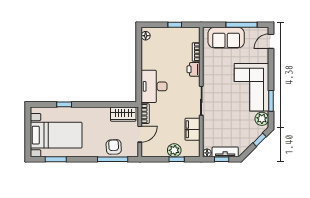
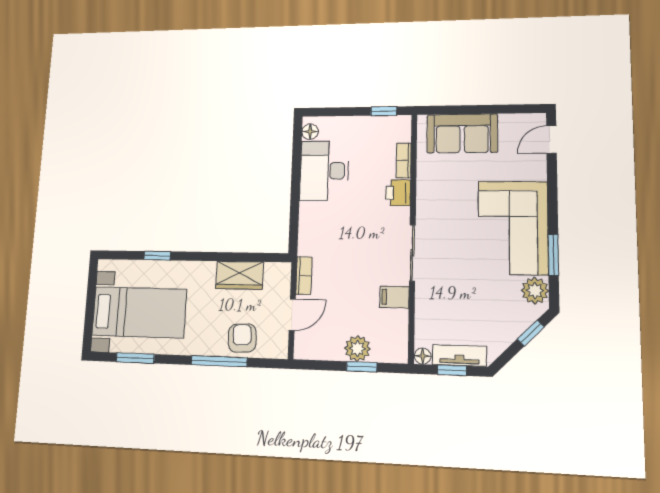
window: (175, 25) -> (384, 111), moved
window: (242, 25) -> (492, 109), removed
desk: (154, 86) -> (324, 171), moved
wardrobe: (123, 114) -> (240, 275), moved
filing cabinet: (192, 129) -> (394, 297), width x0.50
window: (113, 159) -> (219, 361), moved

